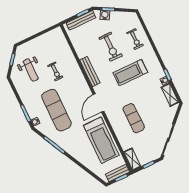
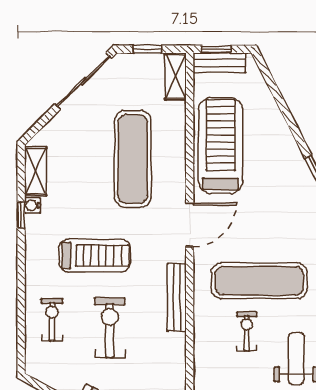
exercise mat: (56, 110) -> (259, 281), moved, turned 90
exercise mat: (134, 118) -> (133, 159), width x1.36, depth x1.45

